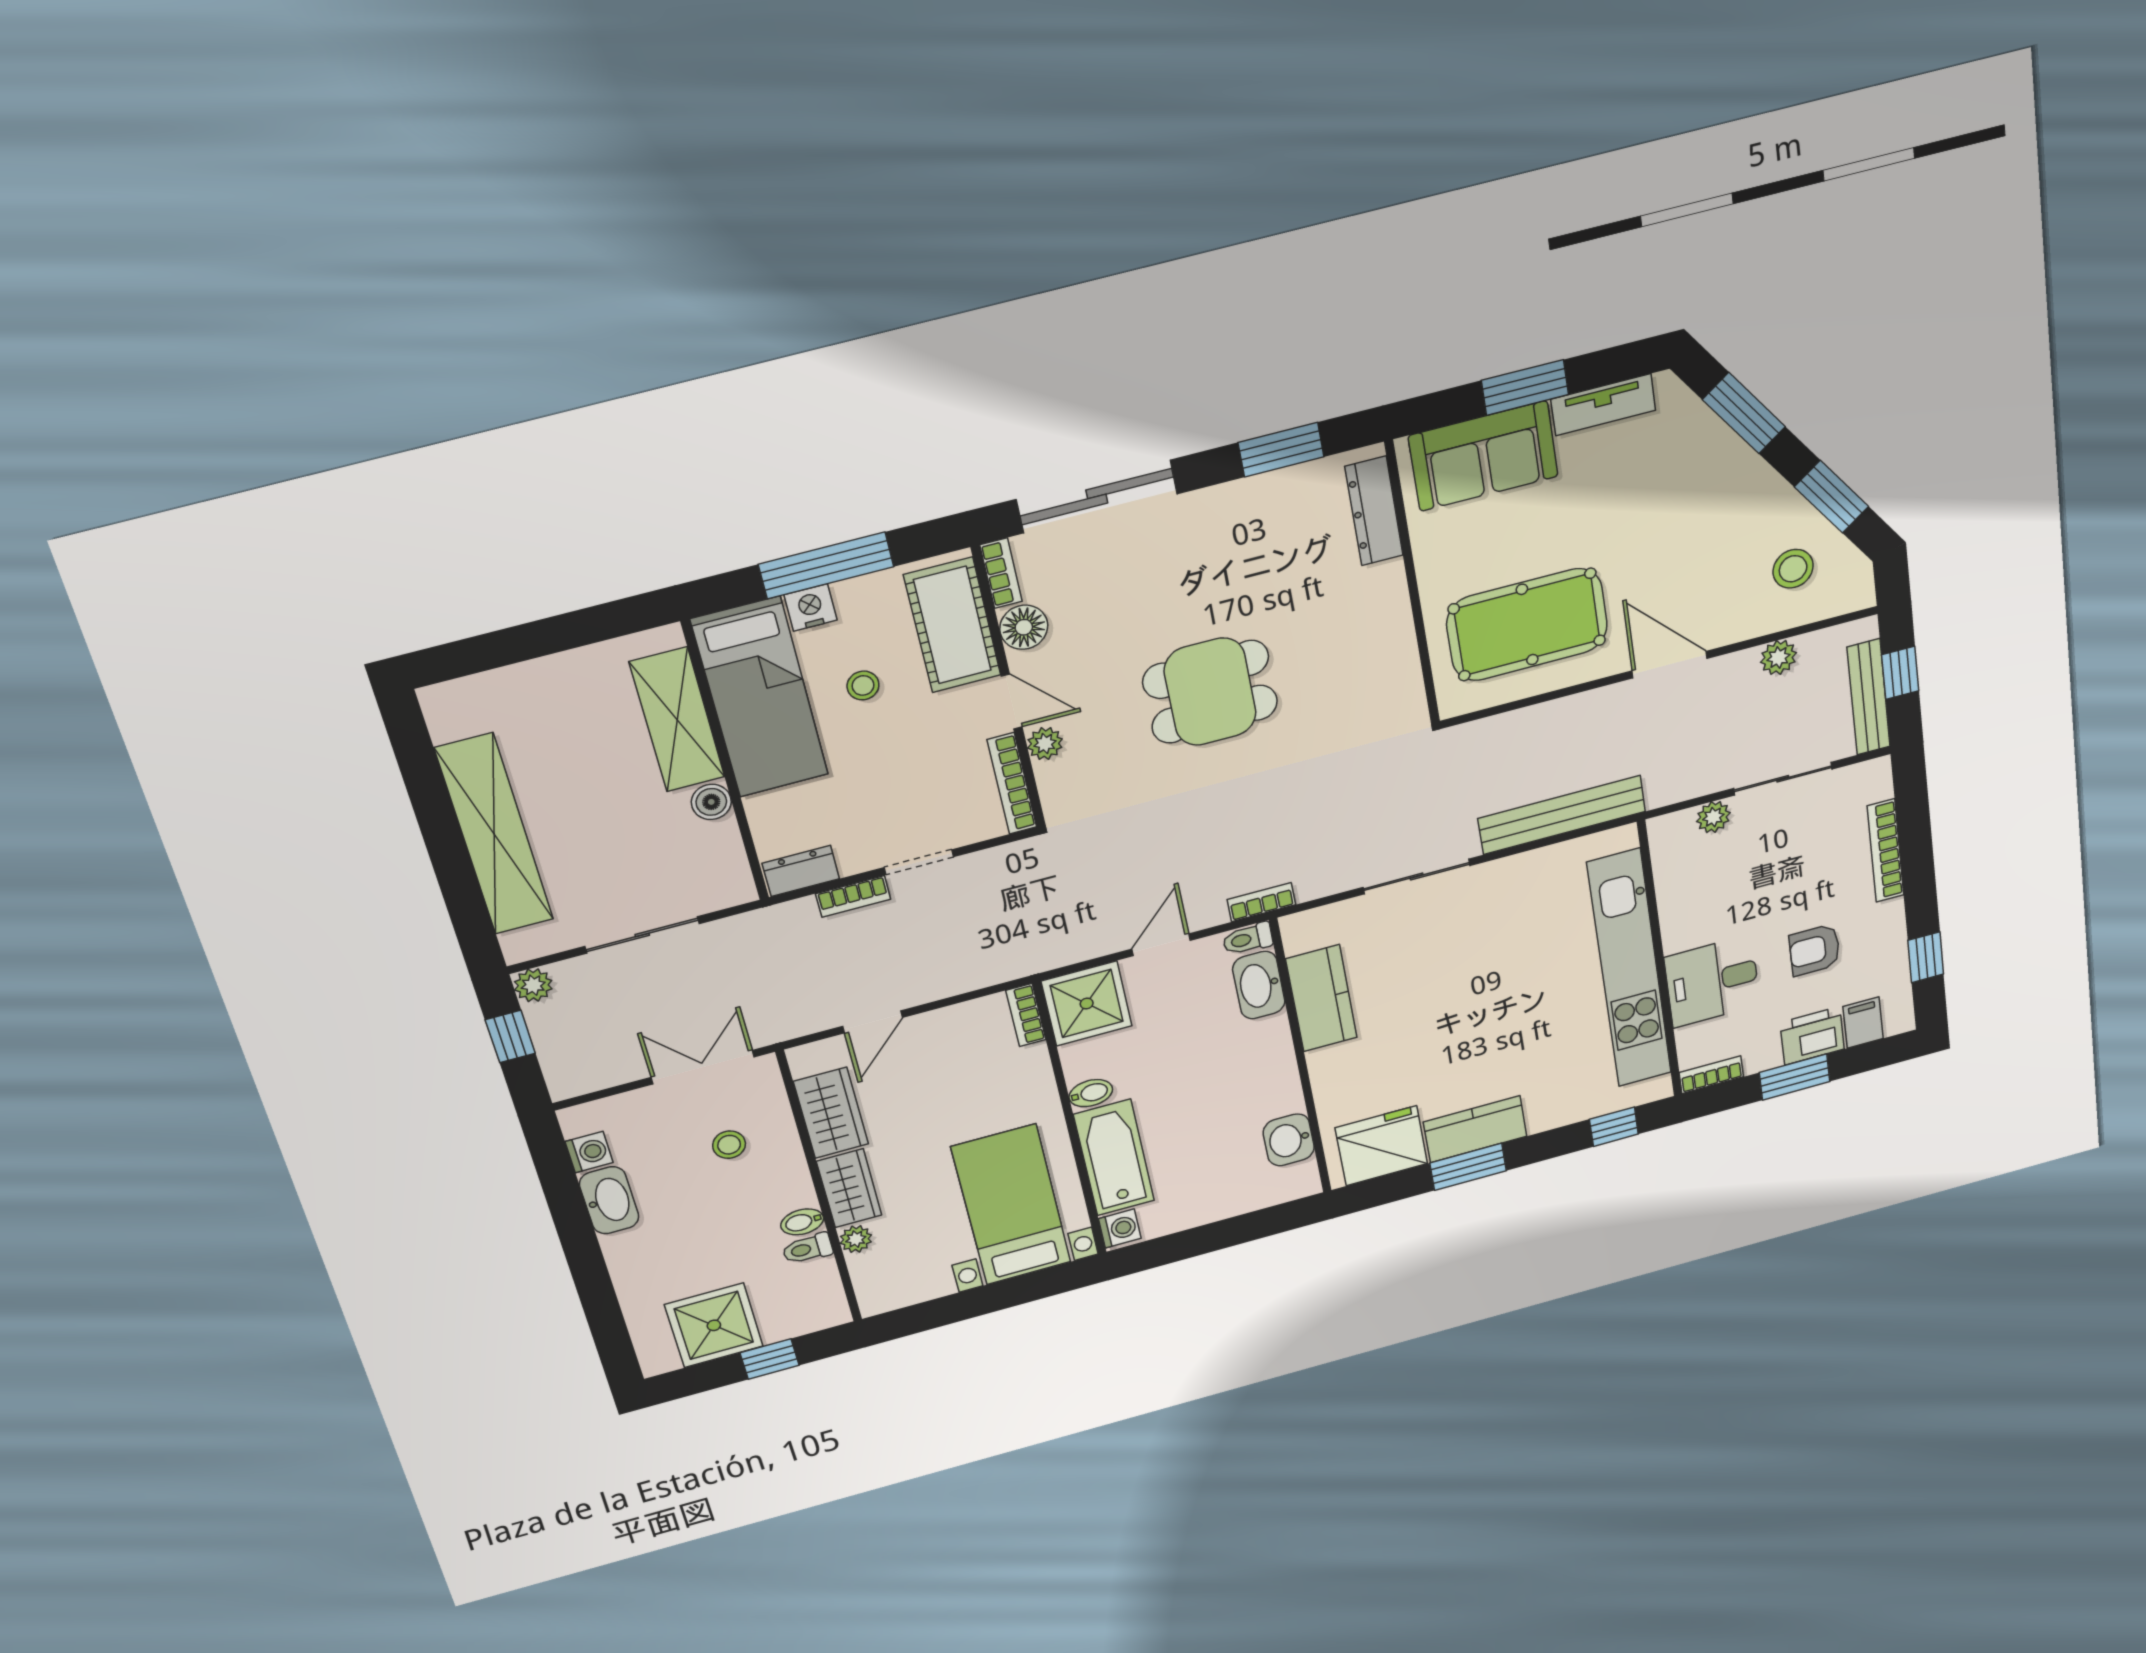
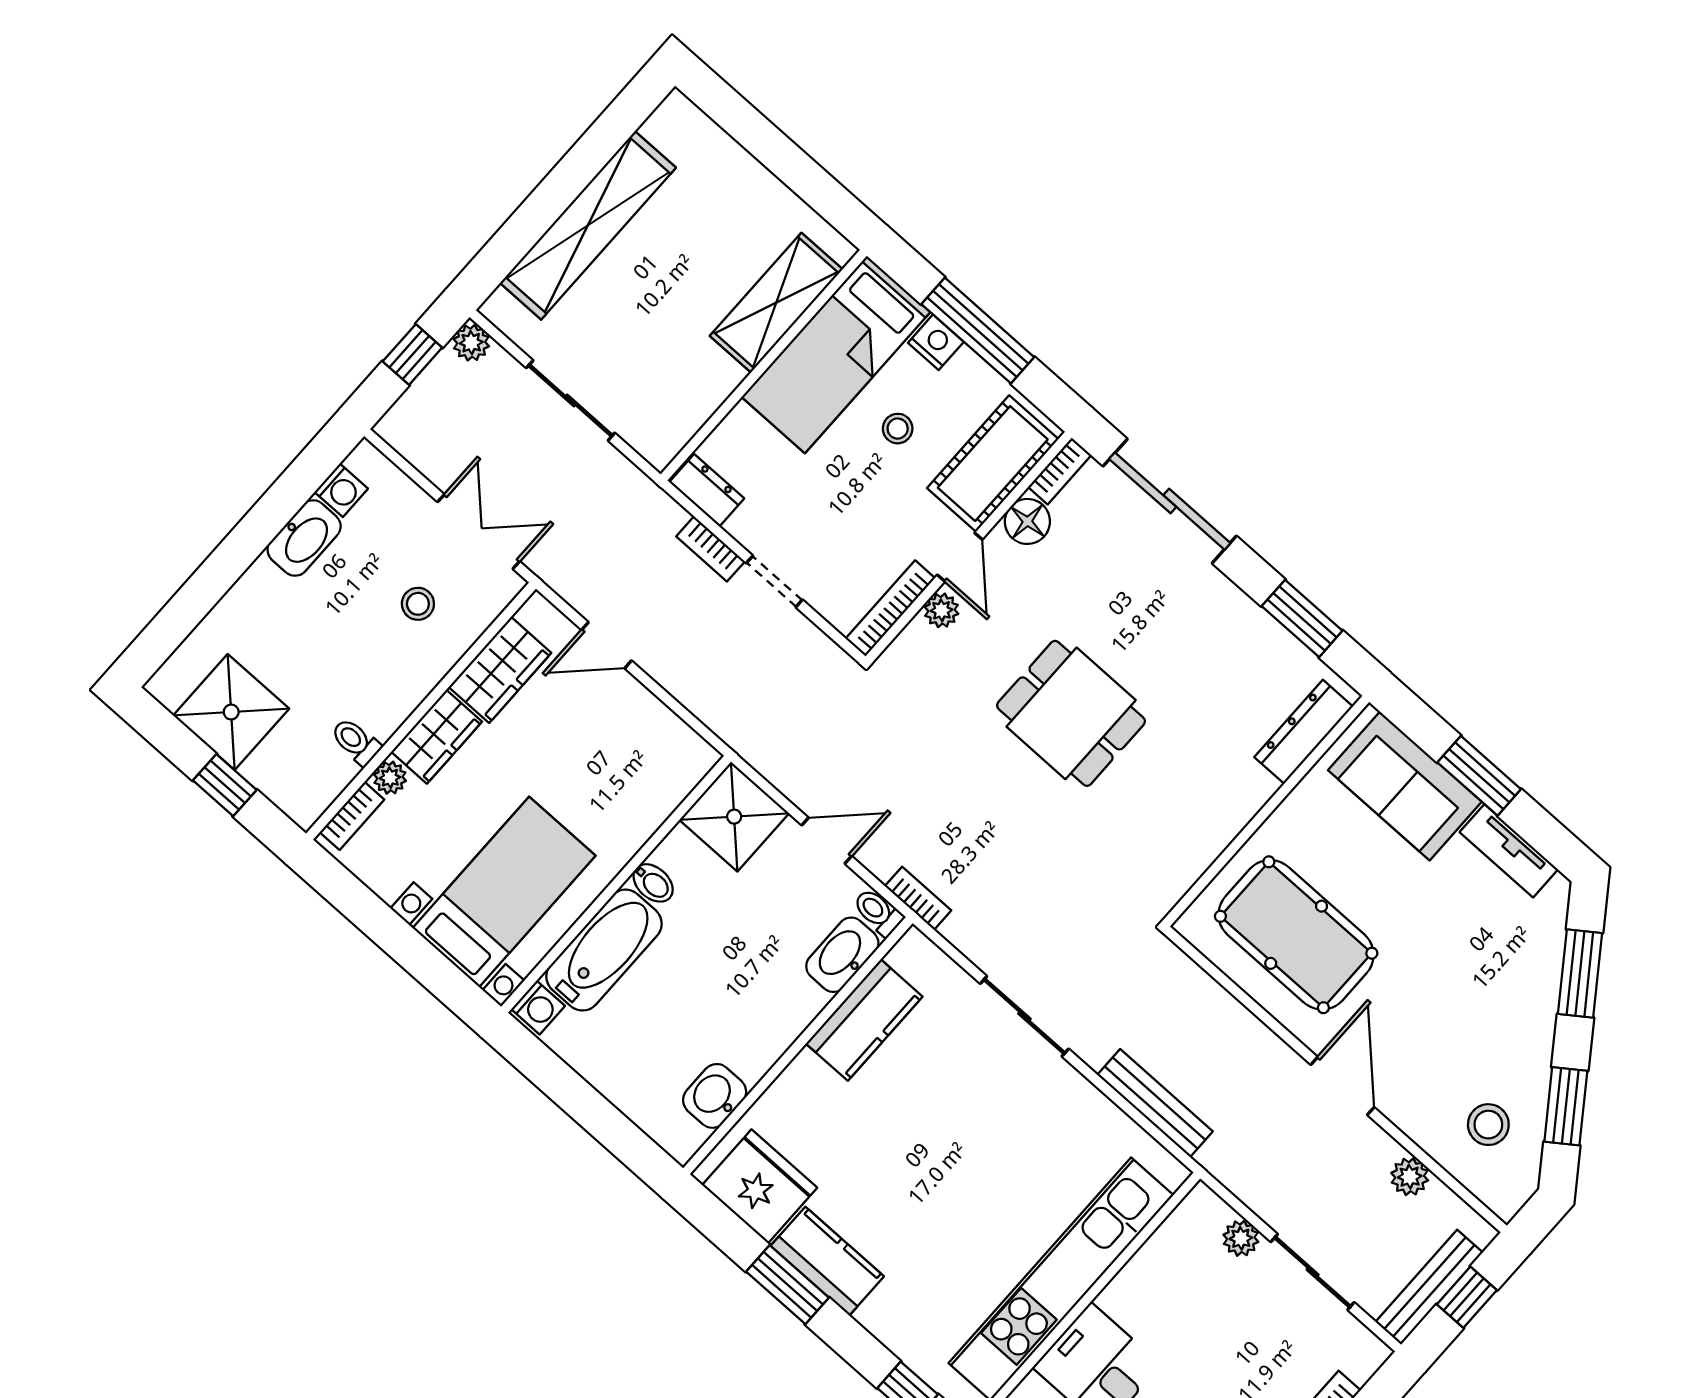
boiler: (711, 802) -> (723, 377), removed
bench: (1562, 815) -> (1155, 1103), width x0.73, depth x0.82
bookcase: (1026, 1015) -> (352, 816), moved, turned 180
bidet: (802, 1222) -> (380, 719), removed

